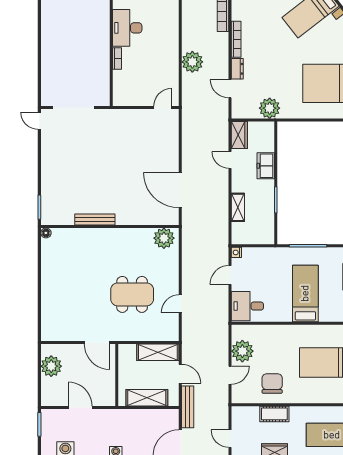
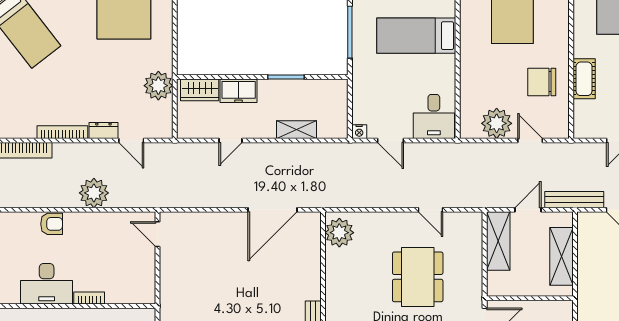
armchair: (170, 31) -> (52, 224), added
door: (230, 89) -> (131, 140), hinge flipped
wardrobe: (239, 135) -> (200, 90), moved, turned 180

